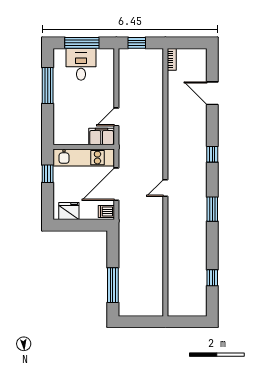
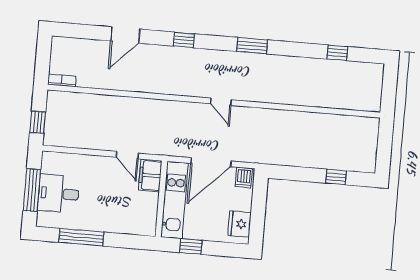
door: (212, 93) -> (125, 35), moved
door: (116, 184) -> (211, 162), hinge flipped
window: (113, 285) -> (336, 177), width x0.46

